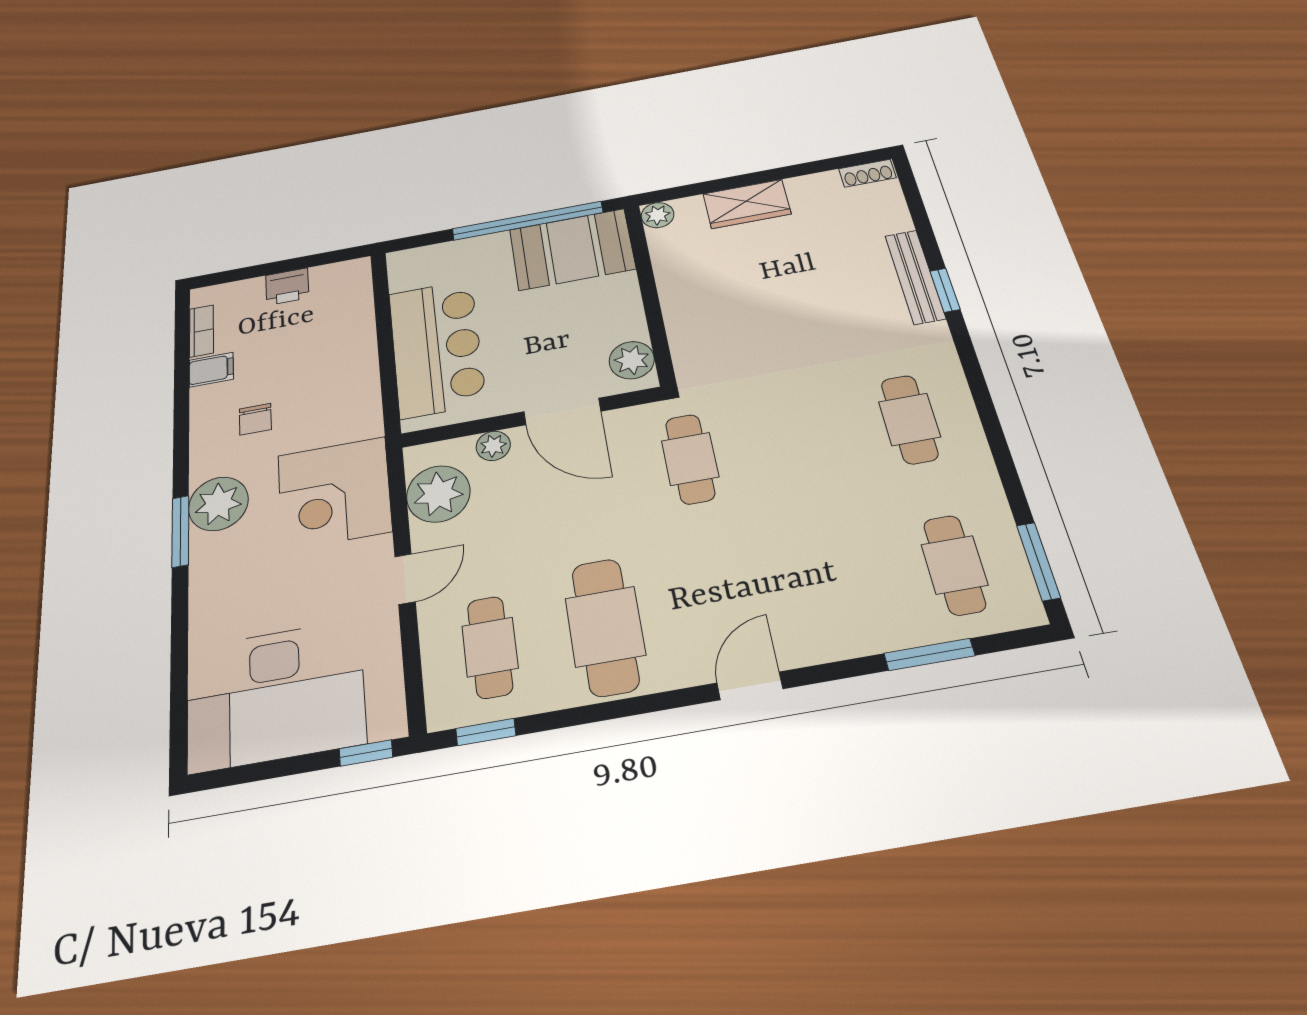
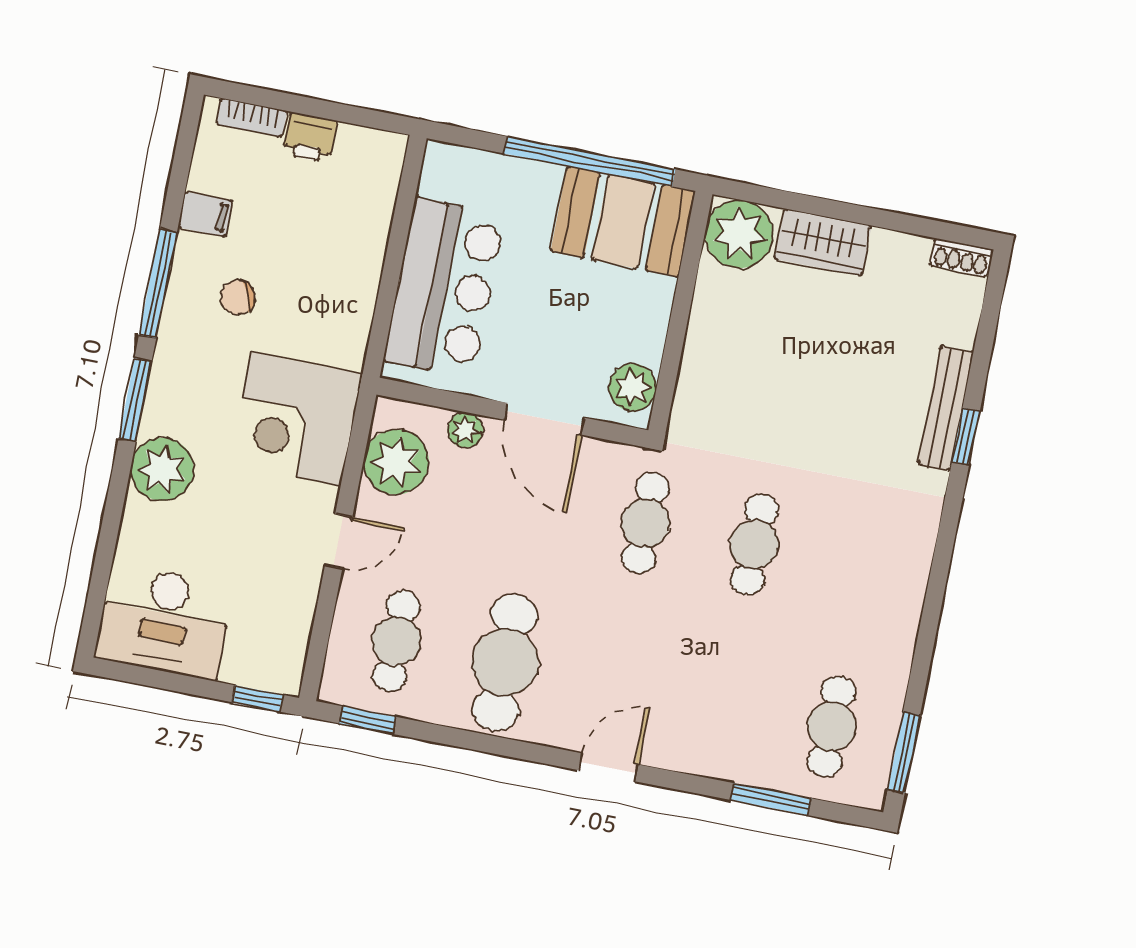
plant: (658, 215) -> (739, 234), width x1.87, depth x1.87
bookcase: (201, 331) -> (252, 118), moved, turned 90
chair: (255, 419) -> (238, 297), turned 66
cafe table: (909, 419) -> (754, 544), moved
window: (181, 434) -> (158, 284), added
plant: (218, 504) -> (162, 469), moved
desk: (275, 695) -> (164, 621), width x0.73, depth x0.77

